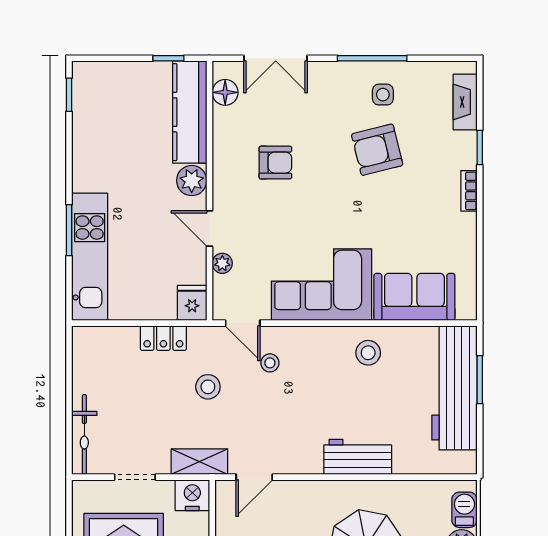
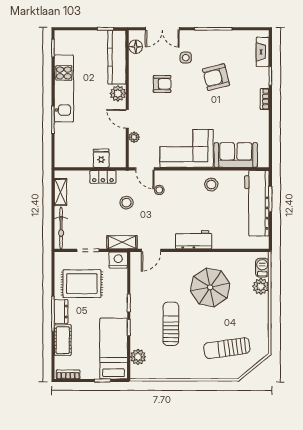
side table: (383, 95) -> (186, 58), moved
kitchen unit: (90, 257) -> (64, 88), moved
fridge: (192, 303) -> (101, 158), moved
shelving: (83, 367) -> (61, 192), added
workbench: (358, 457) -> (194, 240), moved

